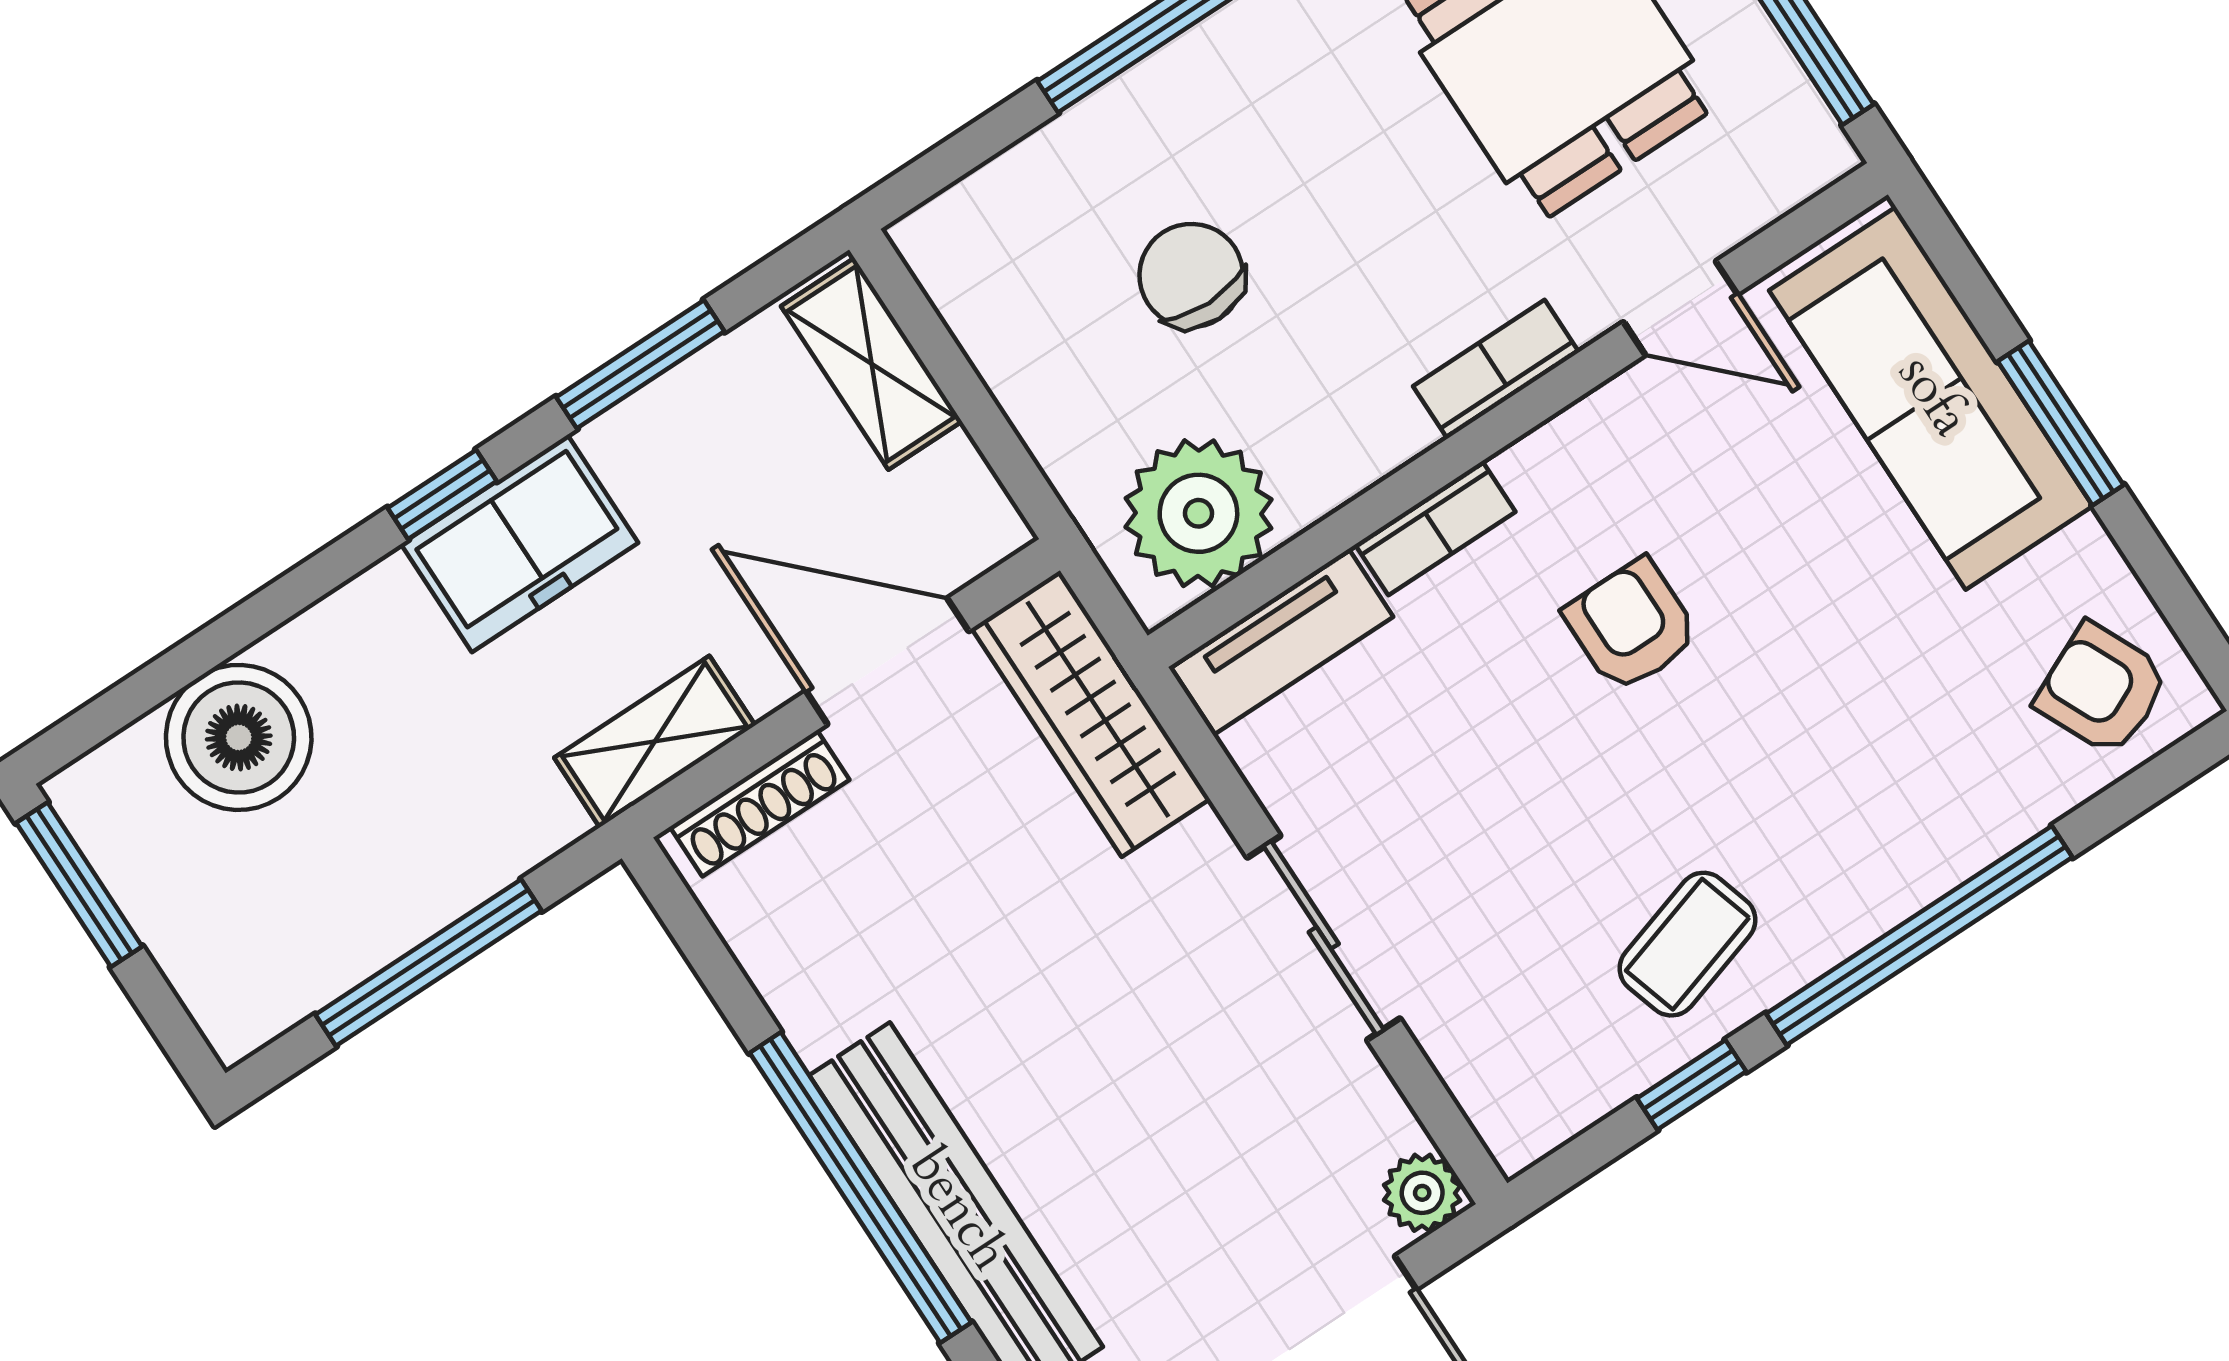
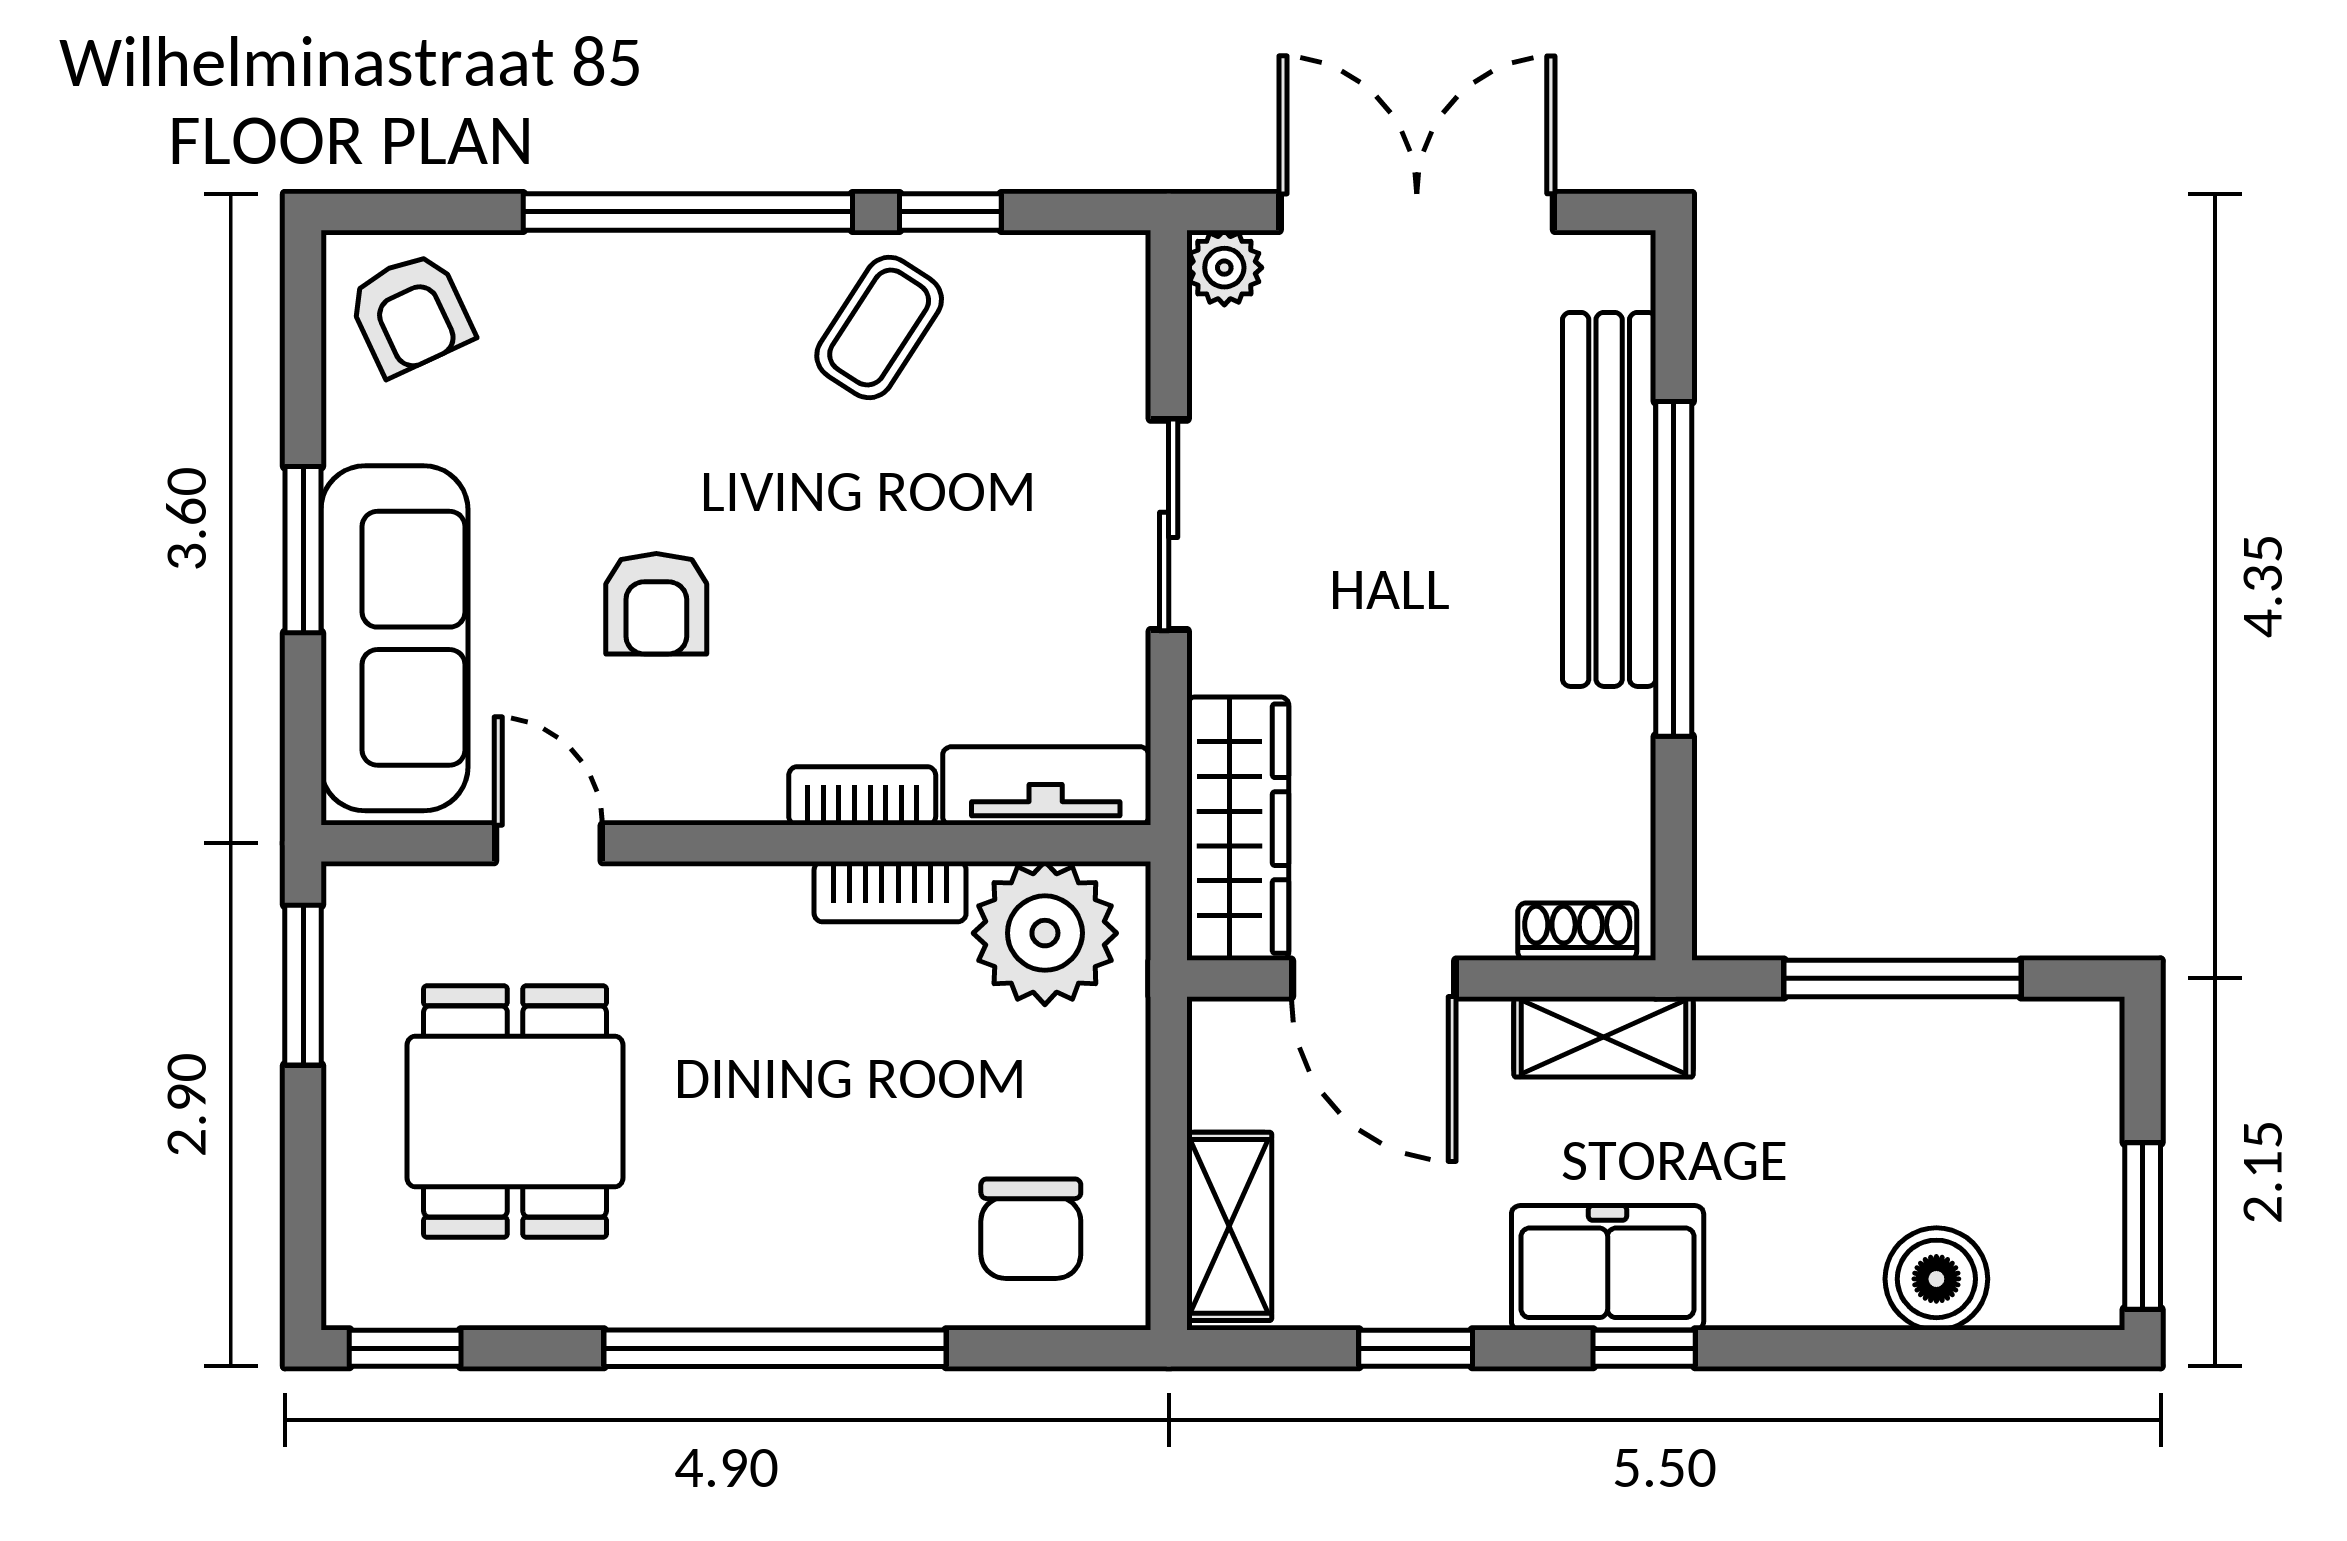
chair: (1191, 275) -> (1031, 1229), moved
window: (640, 364) -> (1416, 1348), width x0.67
bookcase: (1496, 369) -> (890, 892), moved
armchair: (1631, 625) -> (656, 604), moved
boiler: (239, 737) -> (1936, 1279), width x0.73, depth x0.73
shoe rack: (760, 803) -> (1577, 932), width x0.70
coffee table: (1687, 944) -> (879, 327), turned -40

